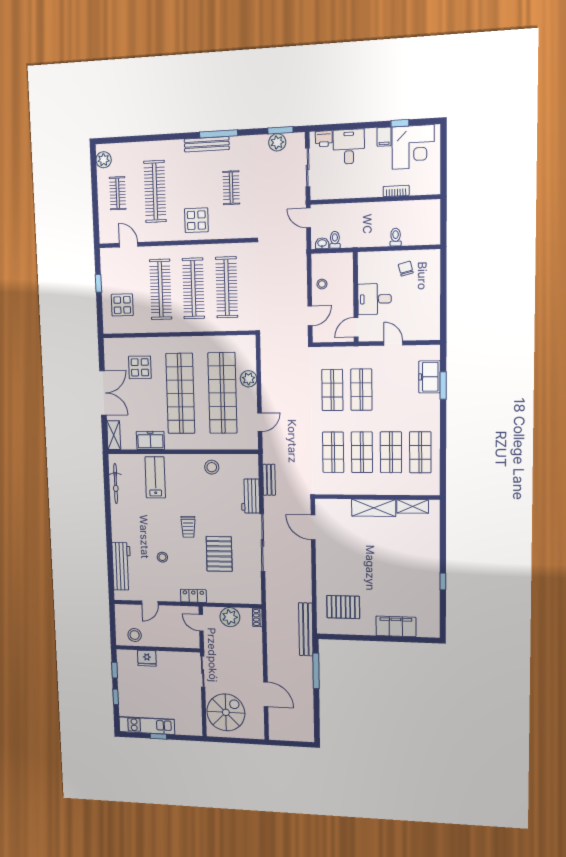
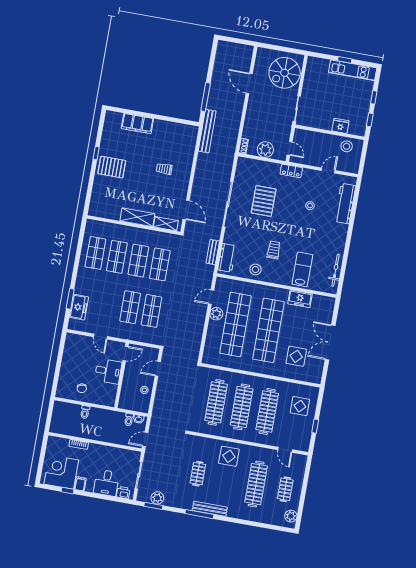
door: (308, 218) -> (145, 439), swing flipped
plant: (249, 379) -> (216, 314), moved
shelving: (114, 435) -> (329, 308), removed
lab bench: (155, 477) -> (302, 269), turned 180
workbench: (250, 496) -> (227, 258), moved
shelving: (413, 506) -> (166, 224), moved
trolley: (188, 527) -> (274, 250), moved
trolley: (351, 575) -> (164, 169), added
pallet: (343, 607) -> (112, 167), moved

